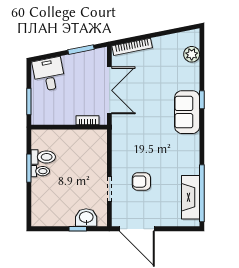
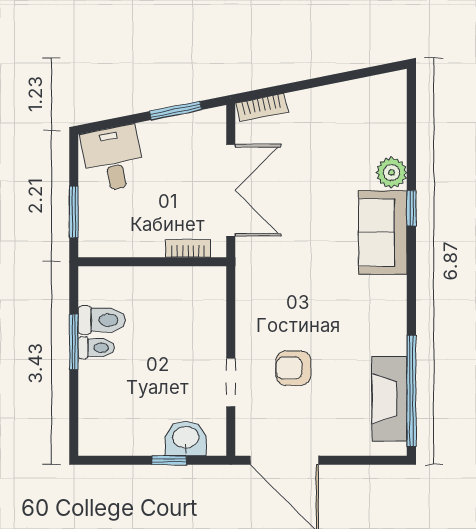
bookcase: (132, 47) -> (262, 108), width x0.64
plant: (192, 54) -> (392, 173), moved

